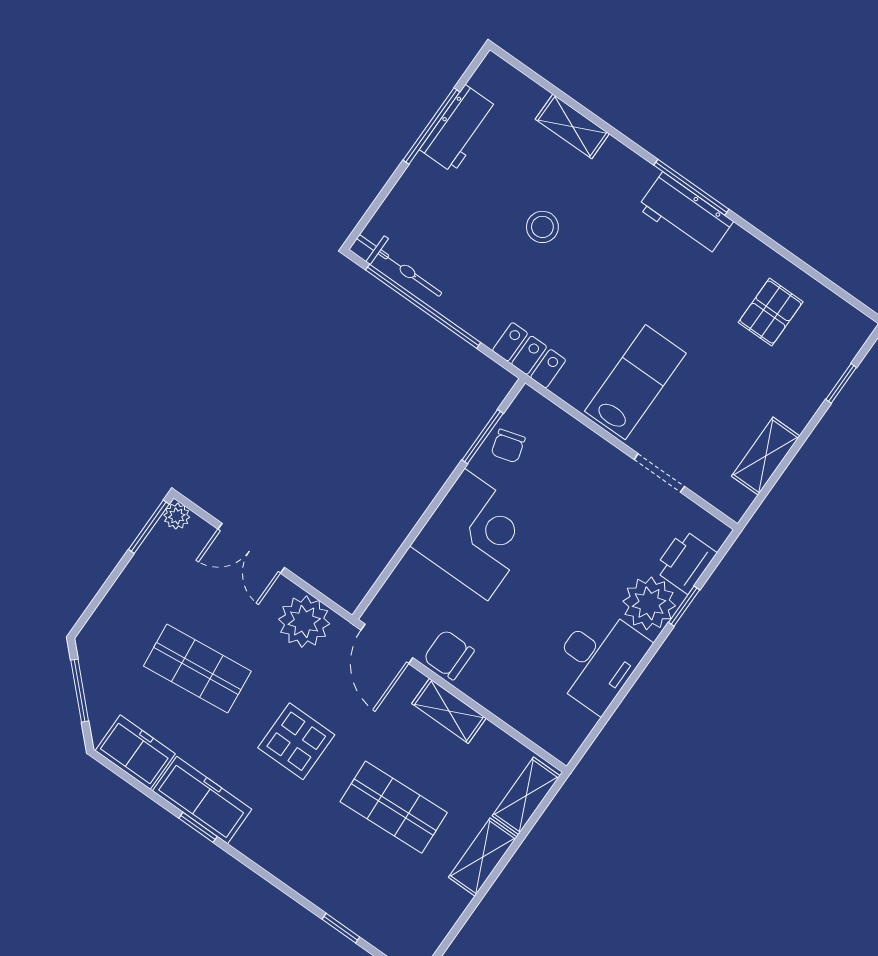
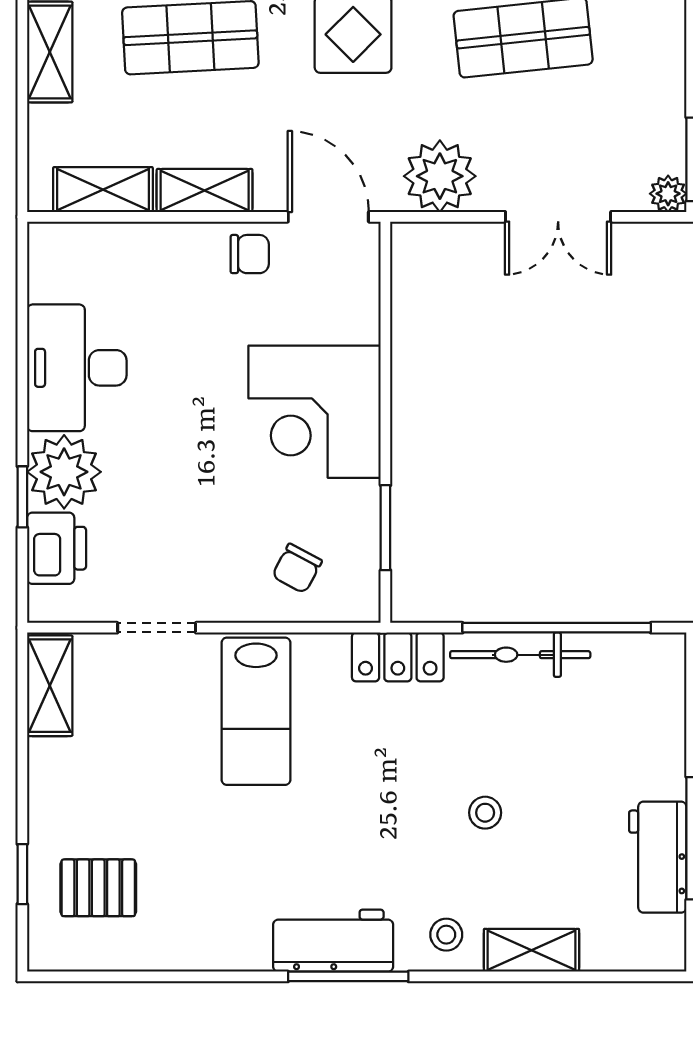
stool: (616, 171) -> (446, 935), added
stool: (542, 227) -> (485, 813), width x0.73, depth x0.73
bicycle: (399, 266) -> (520, 655), moved
pallet: (771, 312) -> (98, 888), moved, turned 90
chair: (508, 446) -> (297, 568), moved, turned -136
shelving: (766, 456) -> (50, 686), moved
double door: (251, 548) -> (558, 217), swing flipped
chair: (449, 655) -> (250, 254), width x0.73, depth x0.73
shelving: (526, 796) -> (103, 190), moved, turned 90

